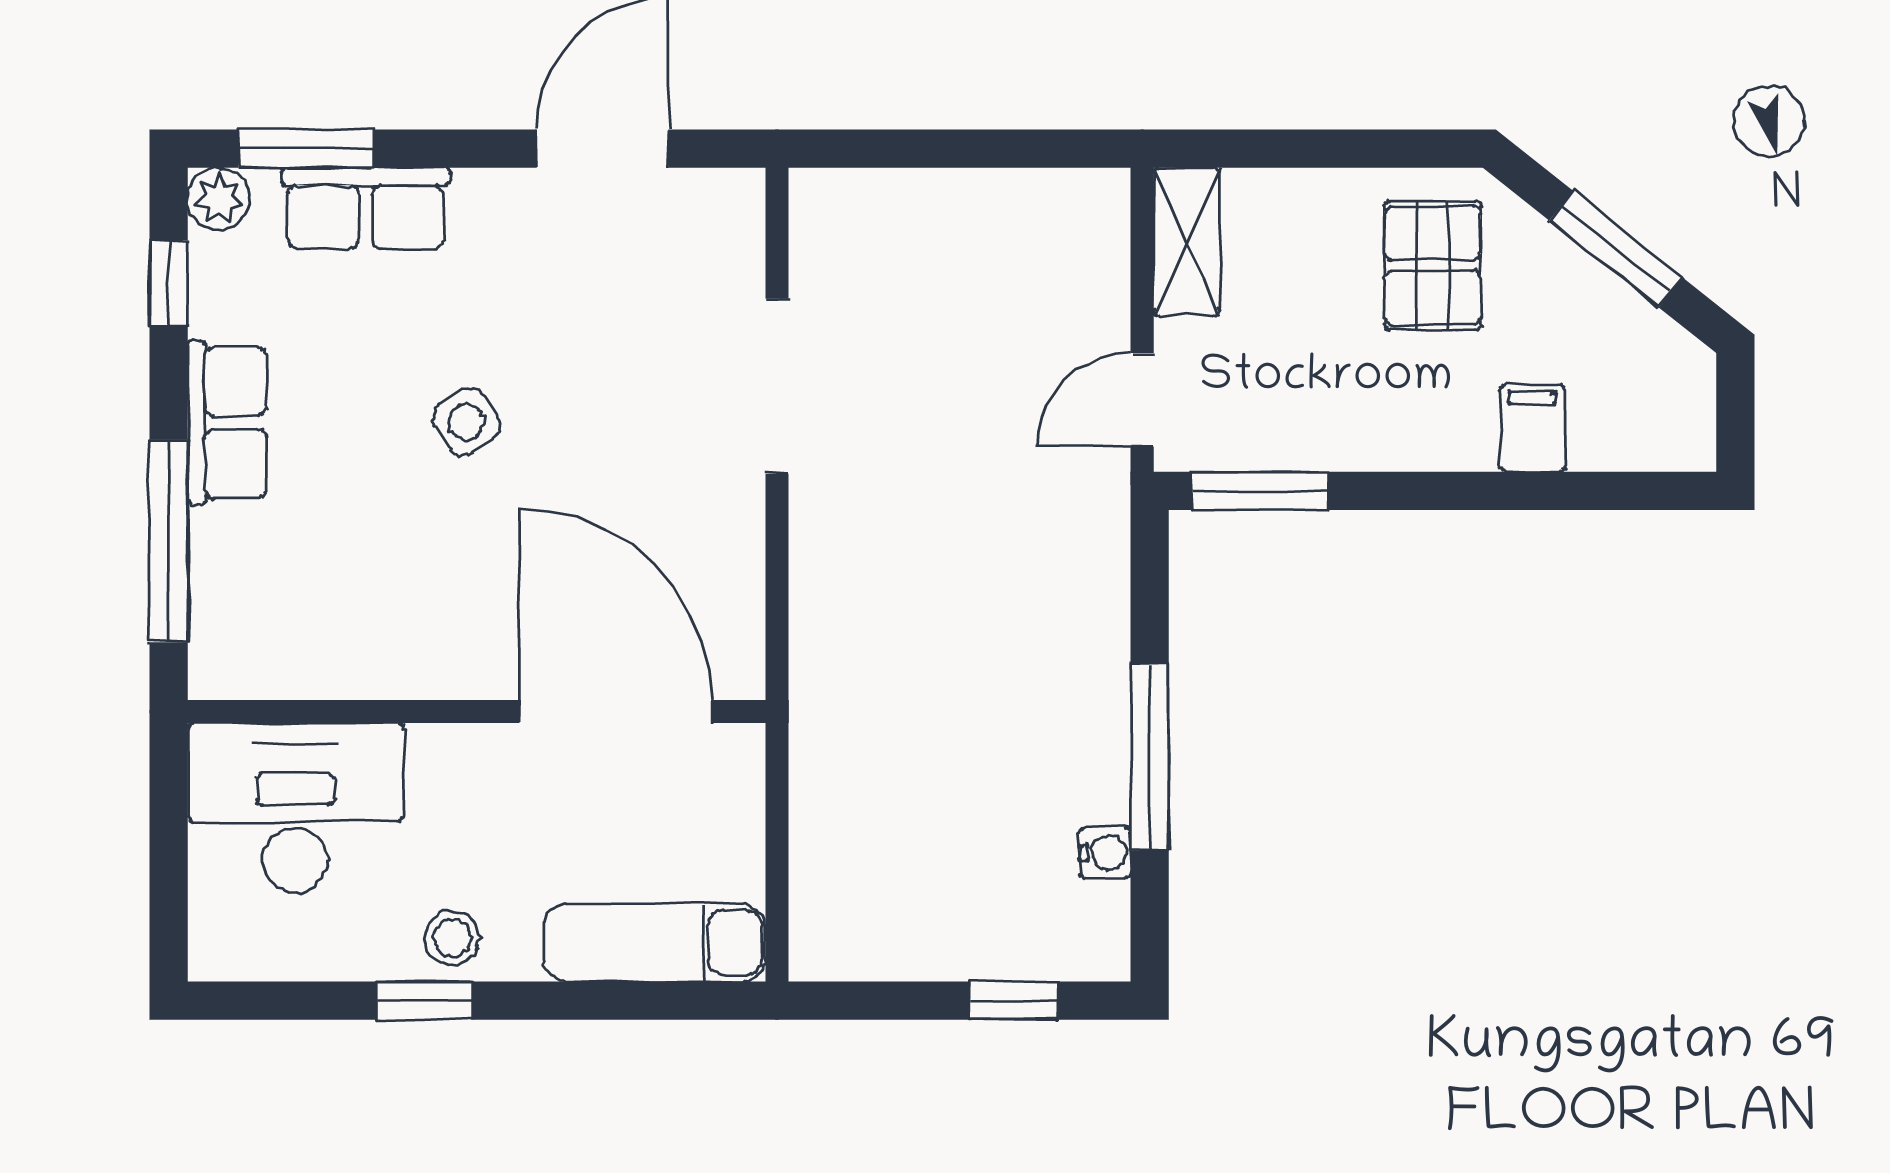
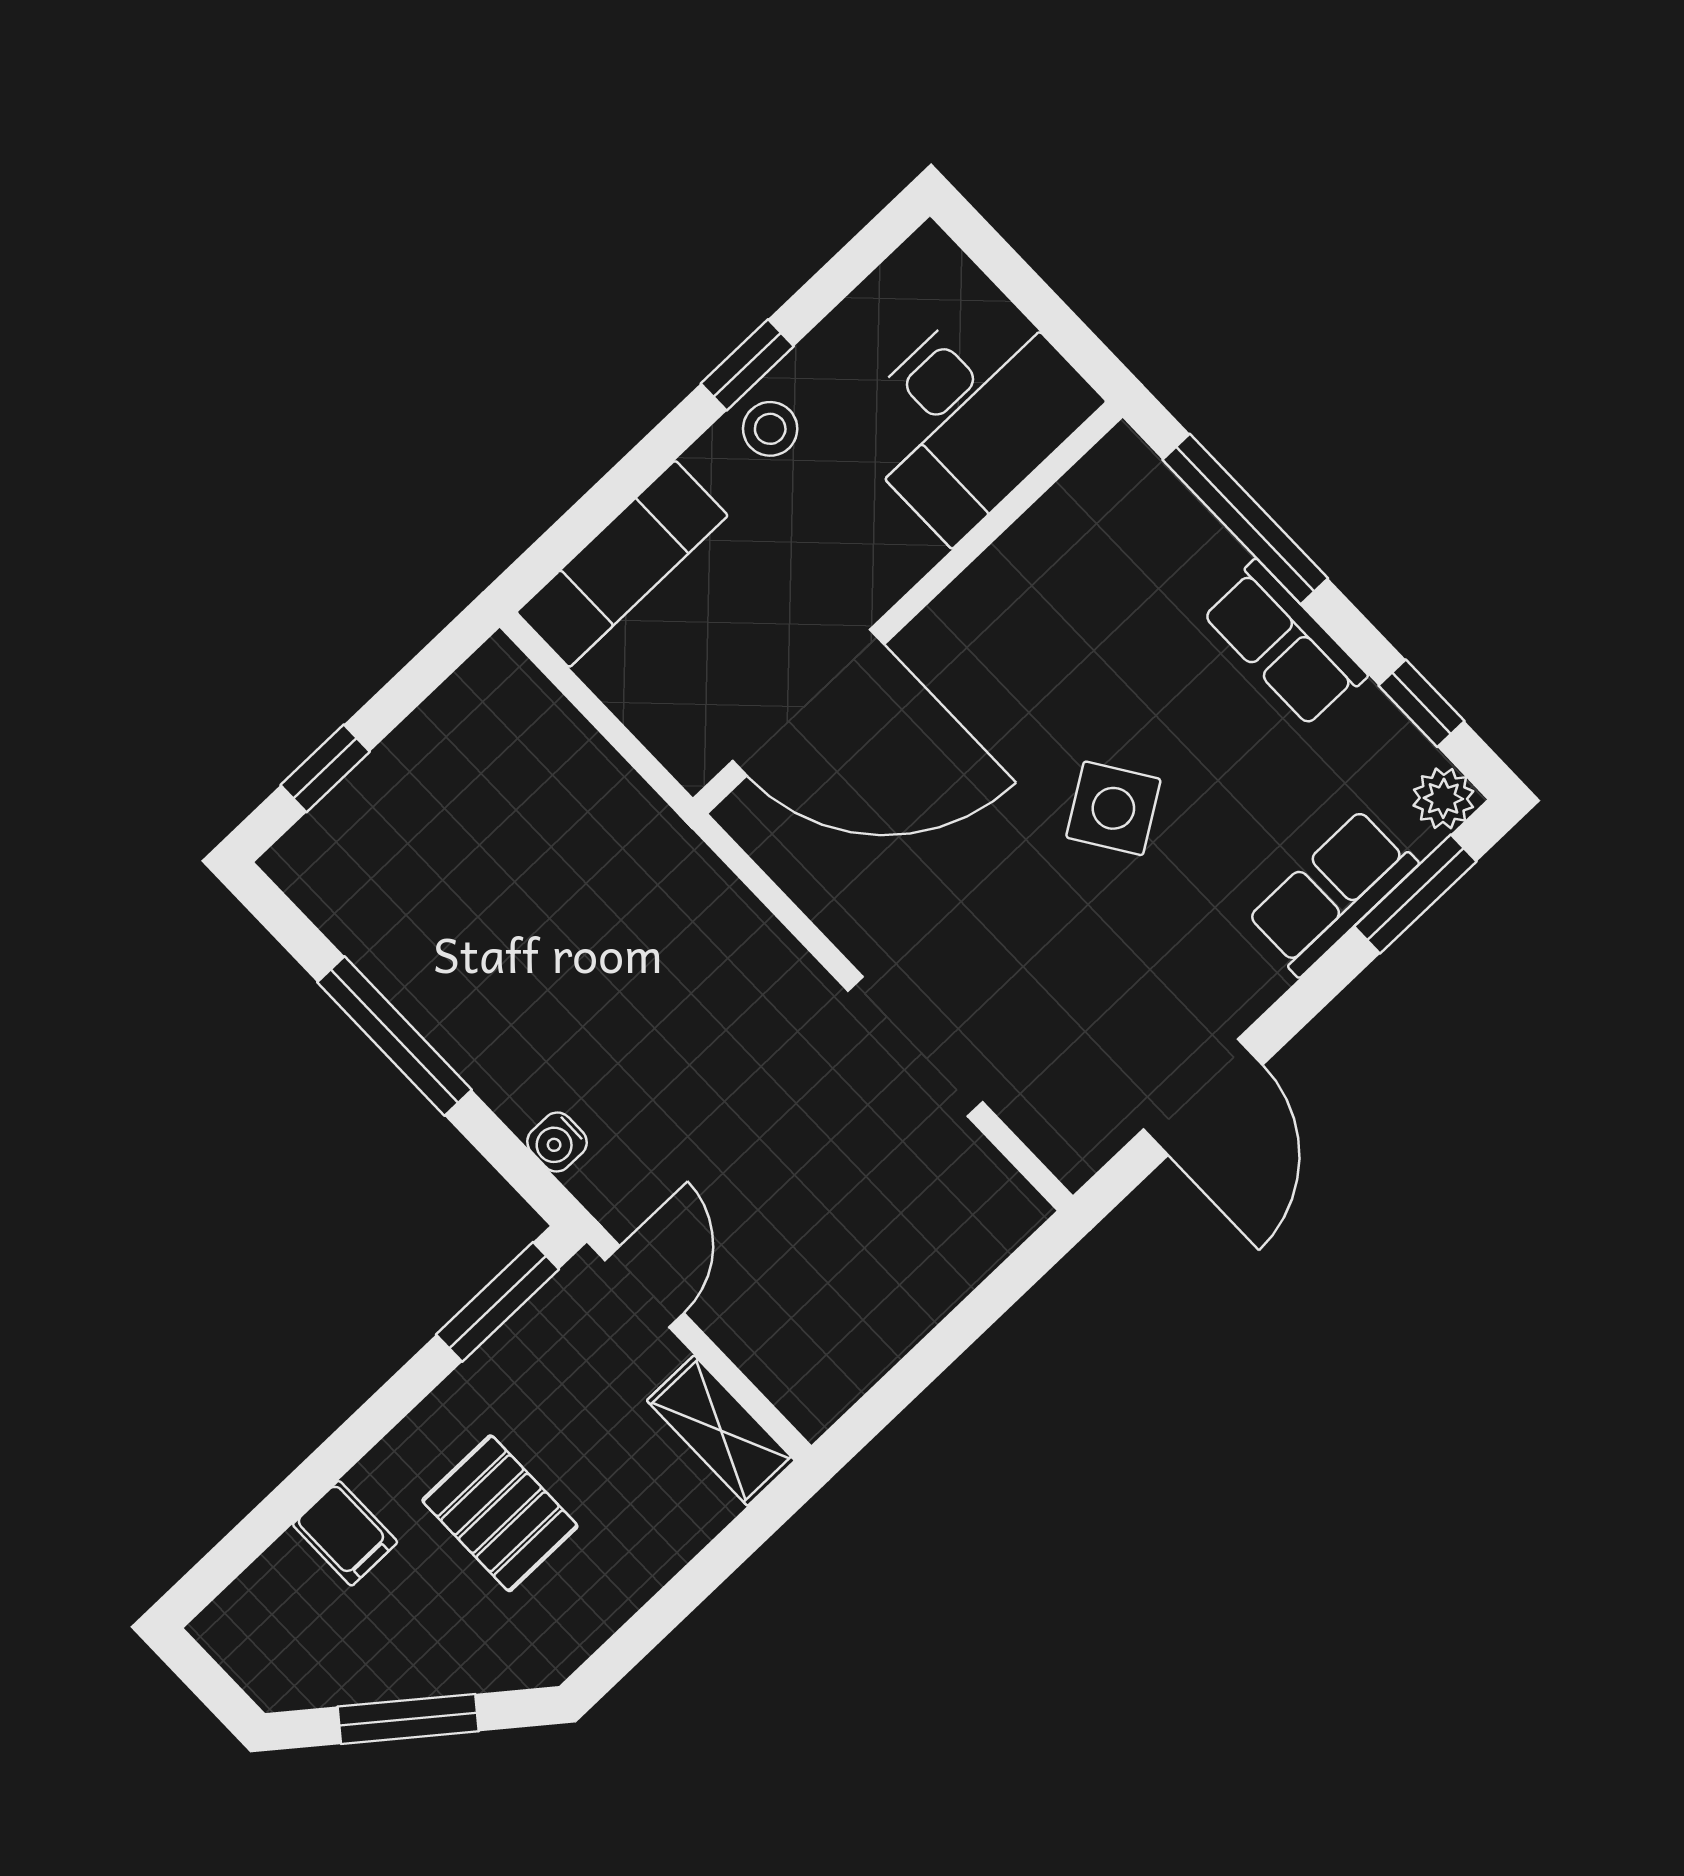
pallet: (1433, 265) -> (500, 1513), moved
side table: (466, 422) -> (1113, 808), width x1.37, depth x1.37
water cooler: (1105, 853) -> (557, 1142), moved

